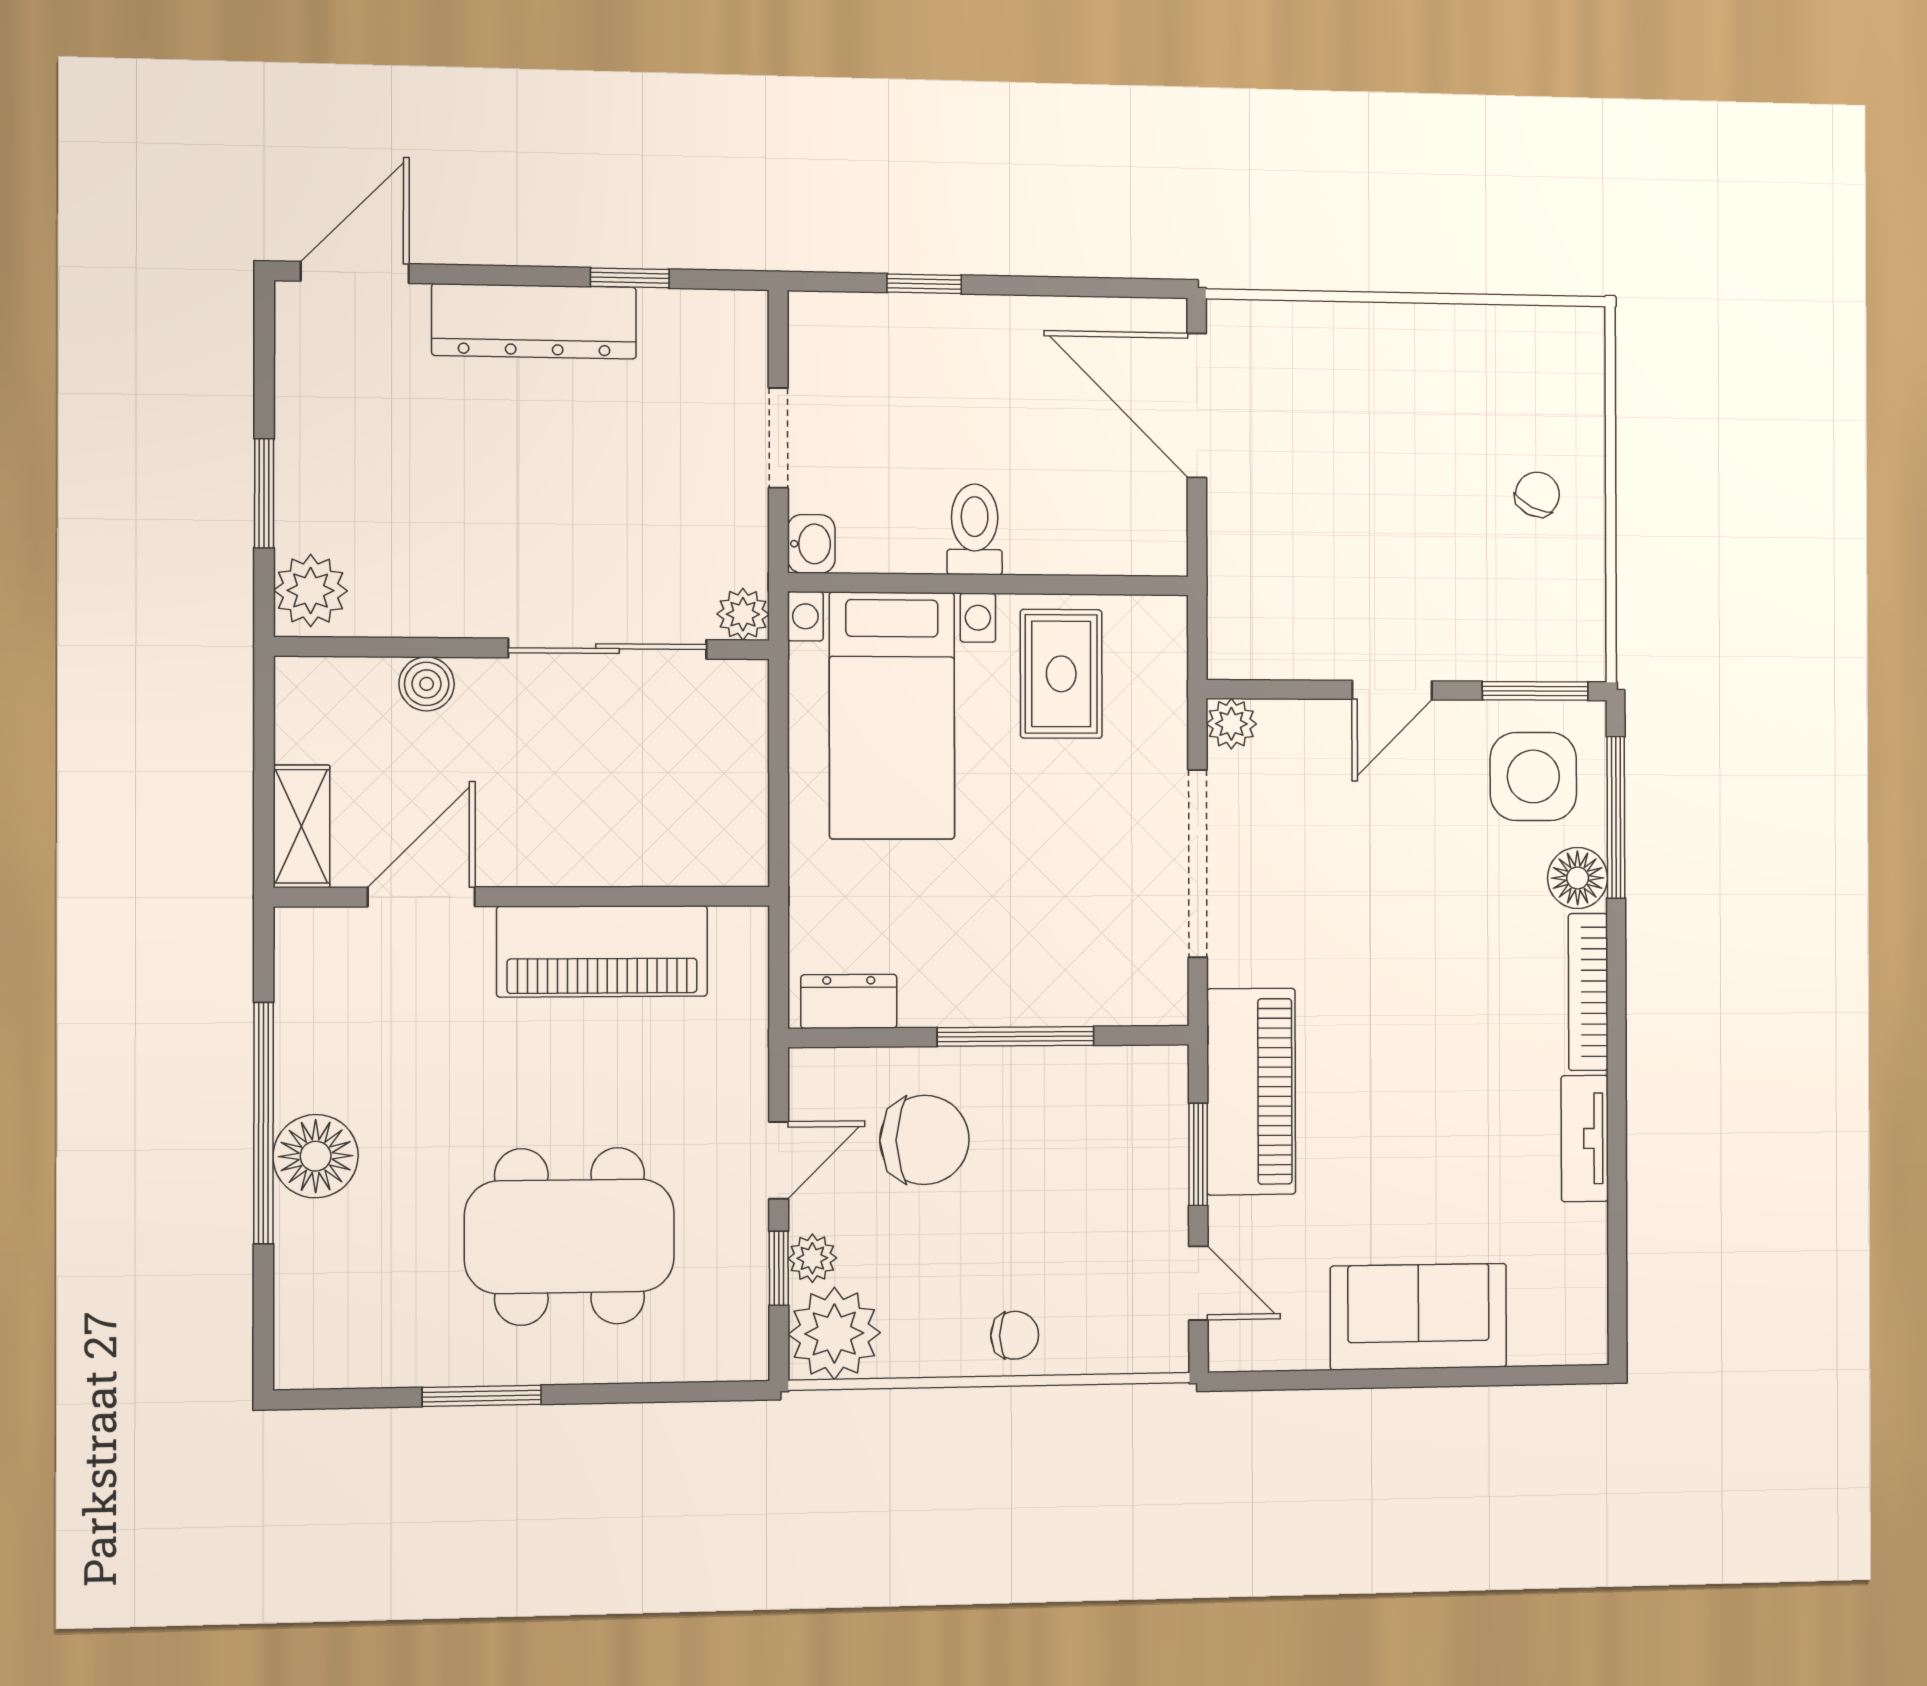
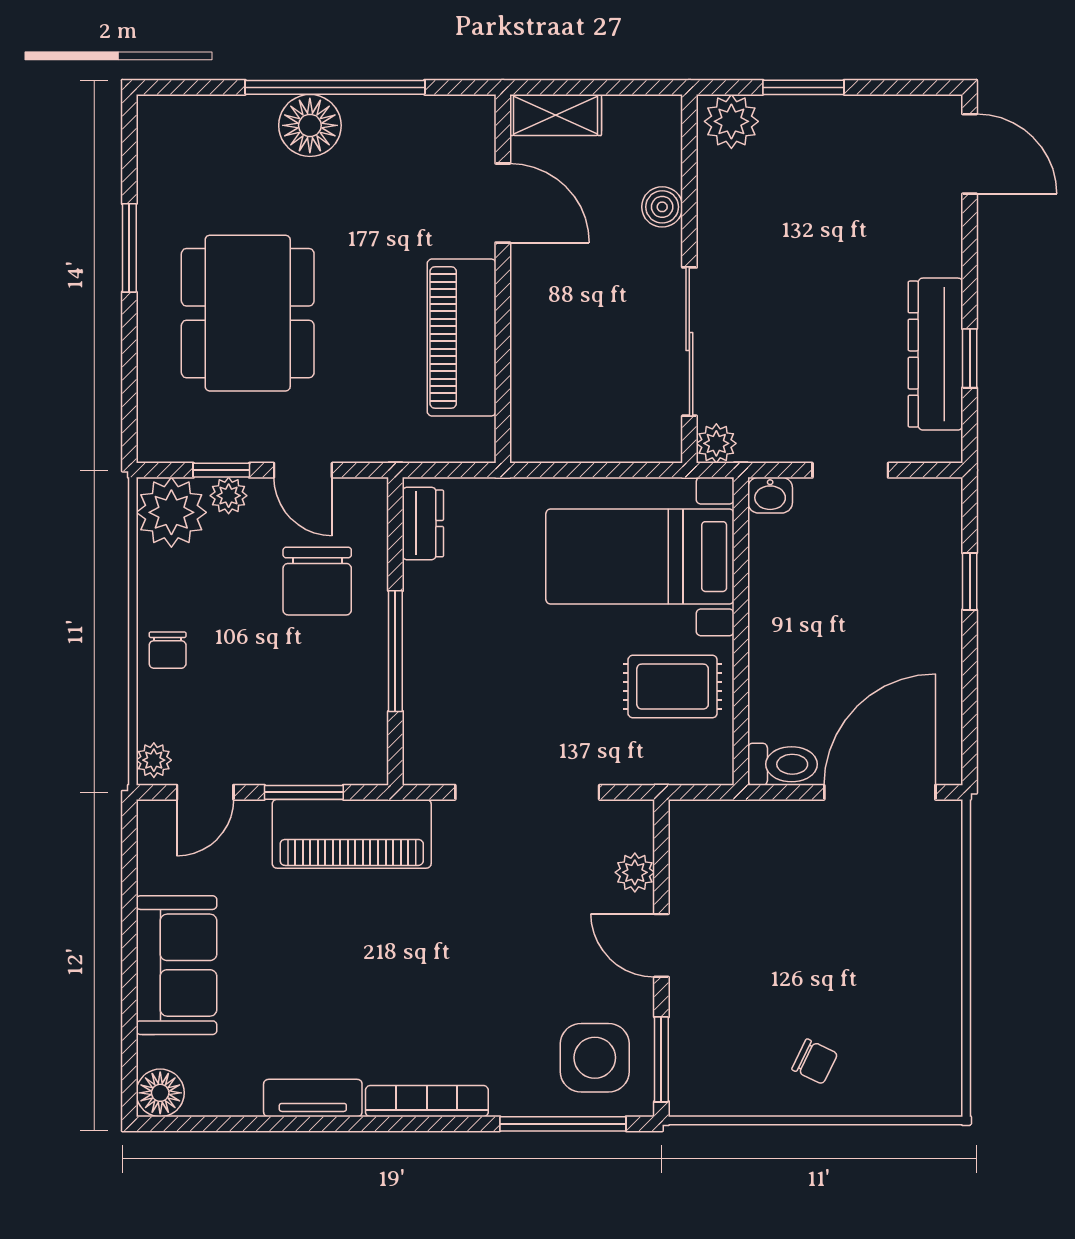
dresser: (534, 321) -> (935, 354), moved
toilet: (975, 529) -> (783, 764), moved
plant: (1231, 724) -> (635, 872), moved
floor lamp: (1578, 878) -> (160, 1093), moved
plant: (1157, 1351) -> (154, 760), added

